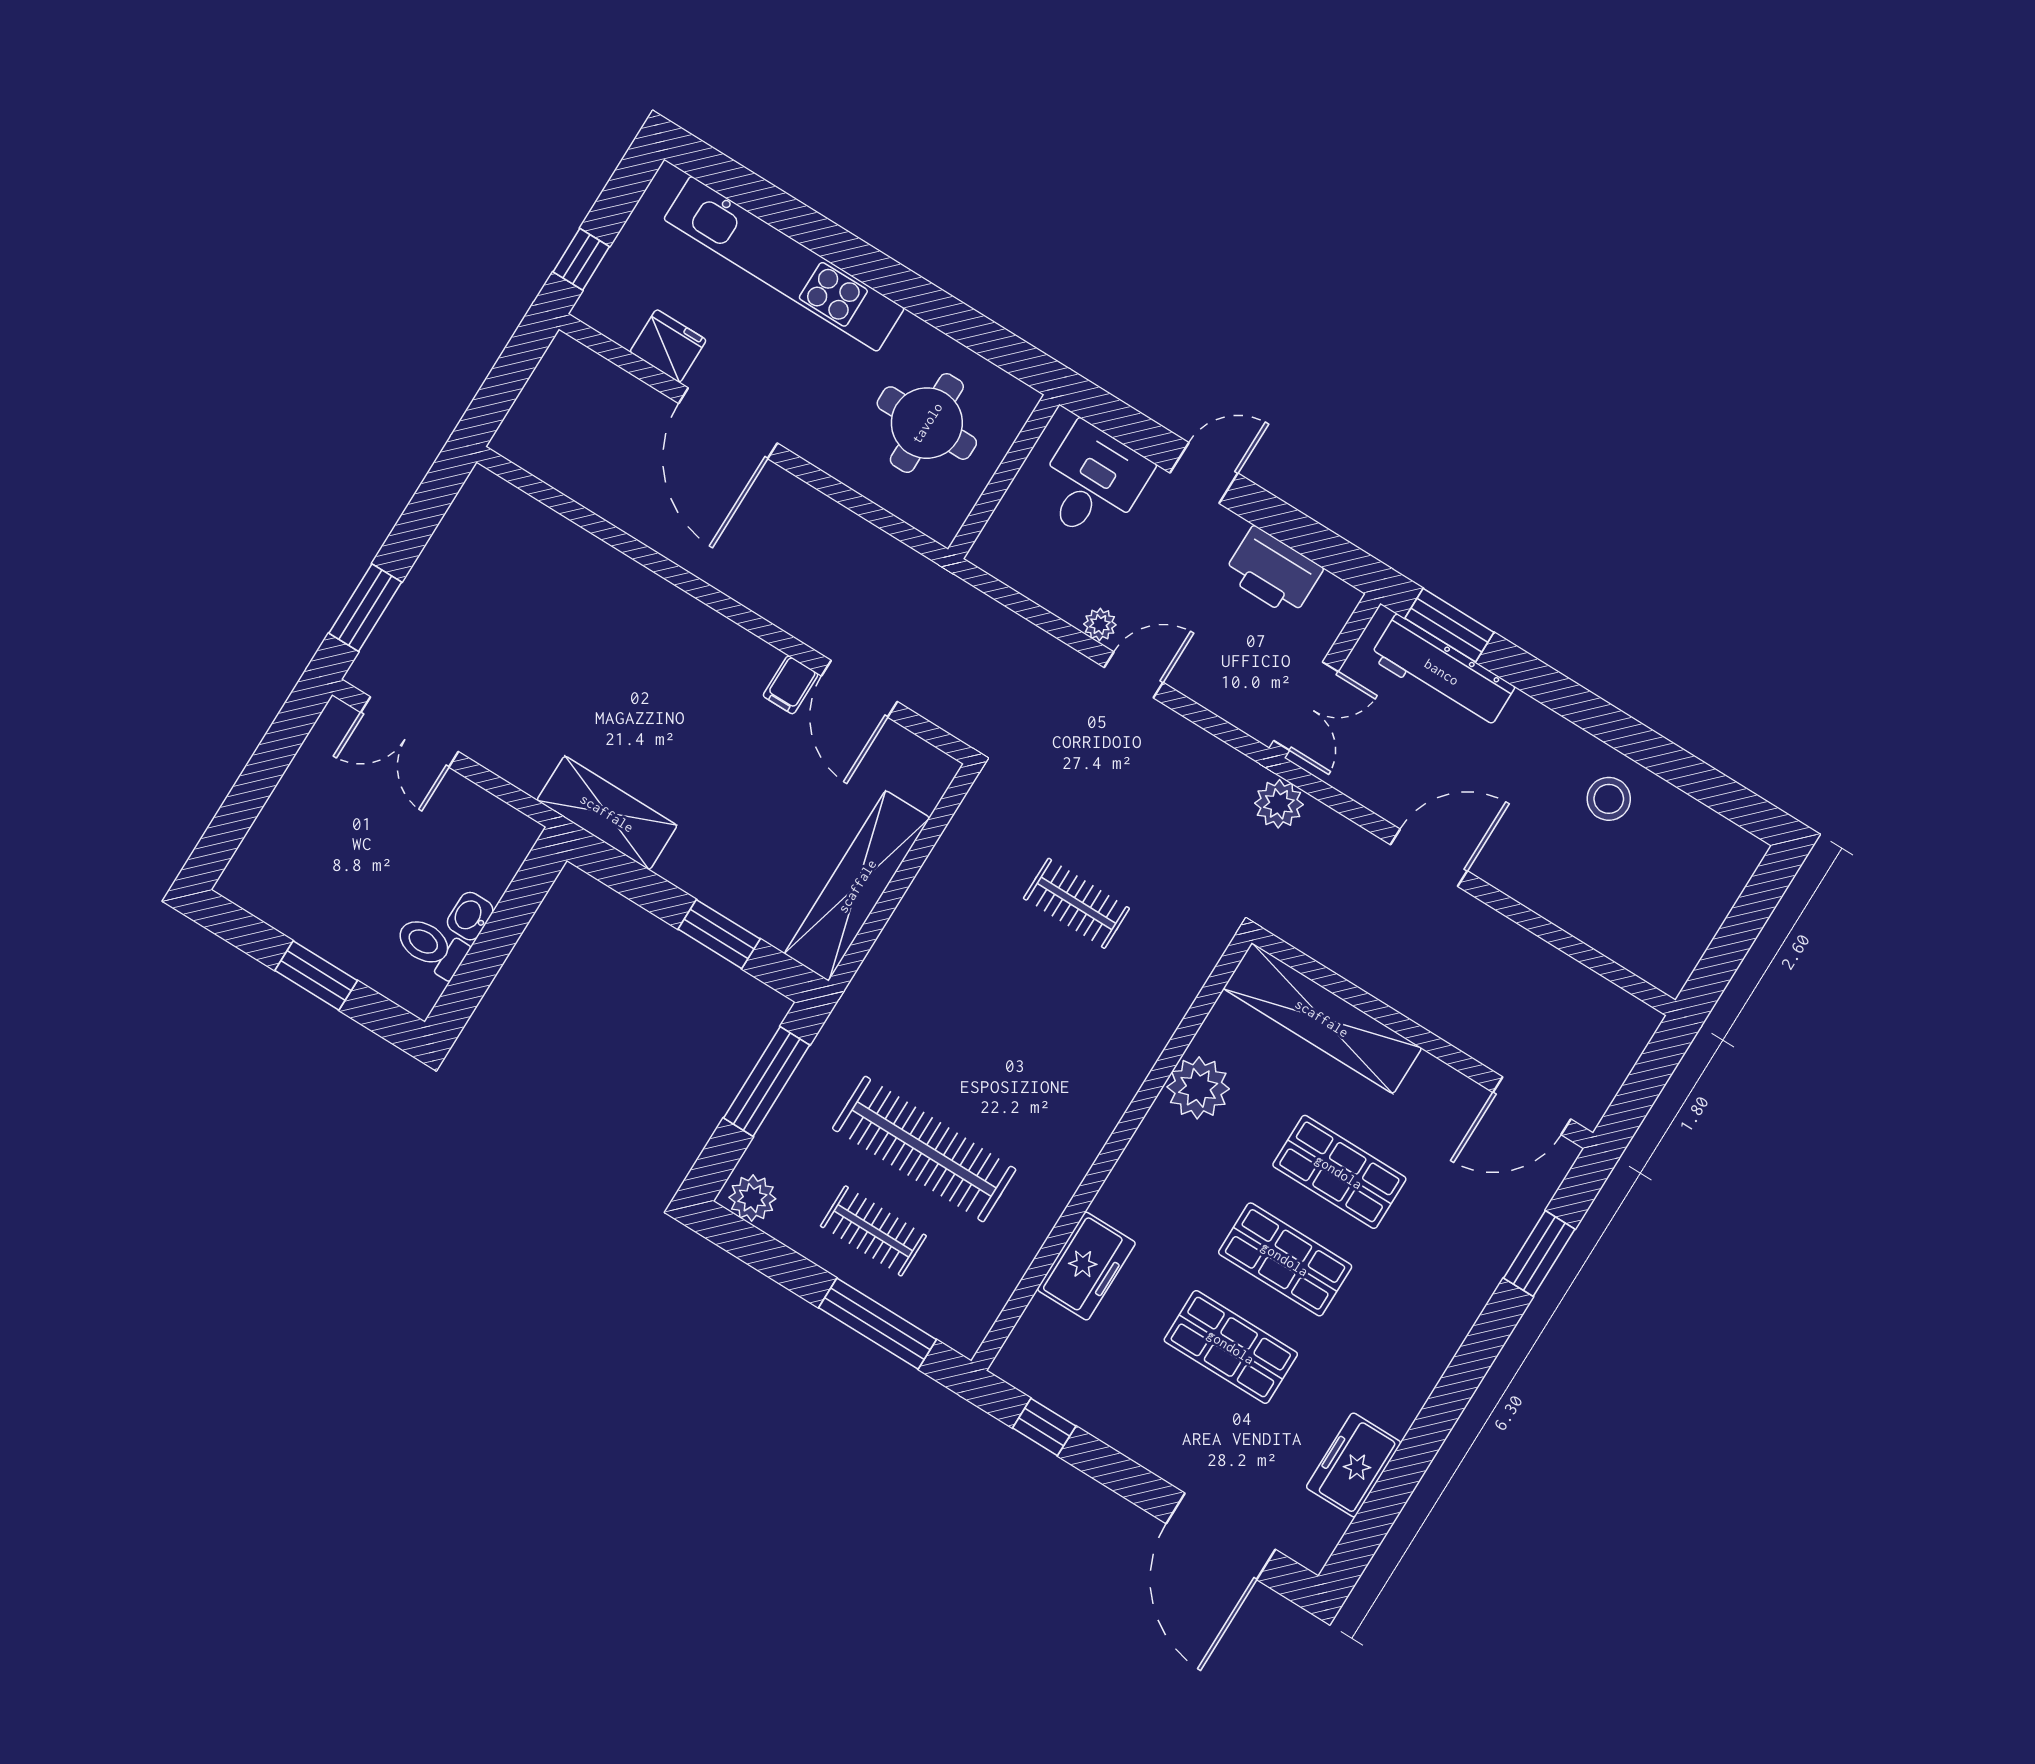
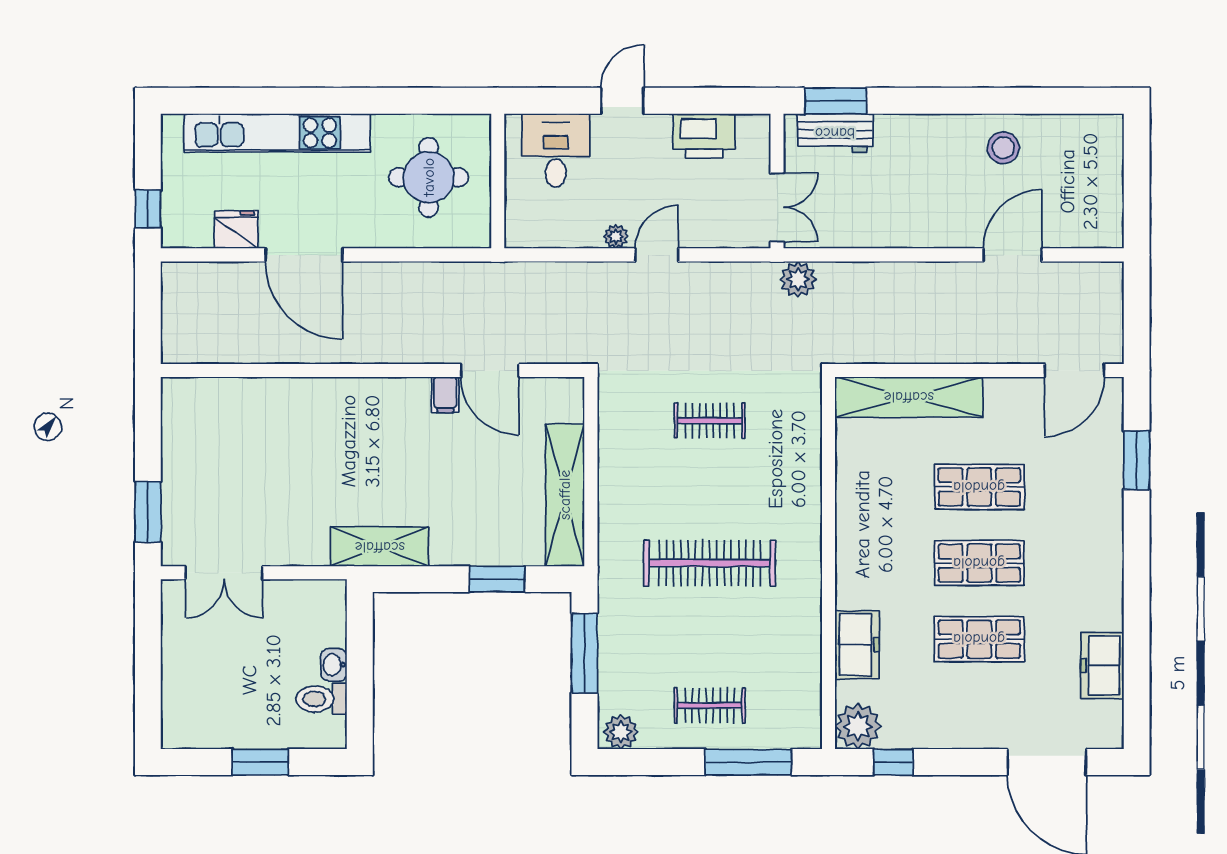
workbench: (1442, 672) -> (835, 133), width x0.73
door: (1429, 858) -> (1013, 255), moved
plant: (1198, 1088) -> (858, 726), moved
clothes rail: (924, 1149) -> (710, 563), moved

